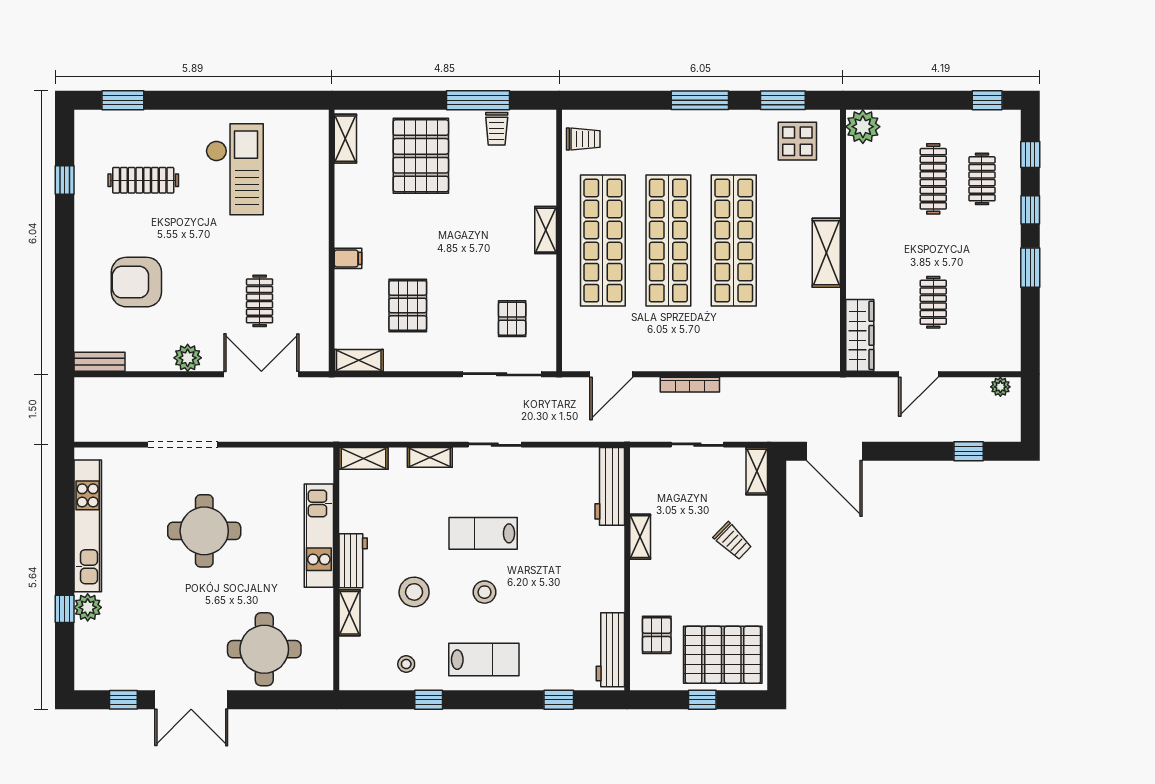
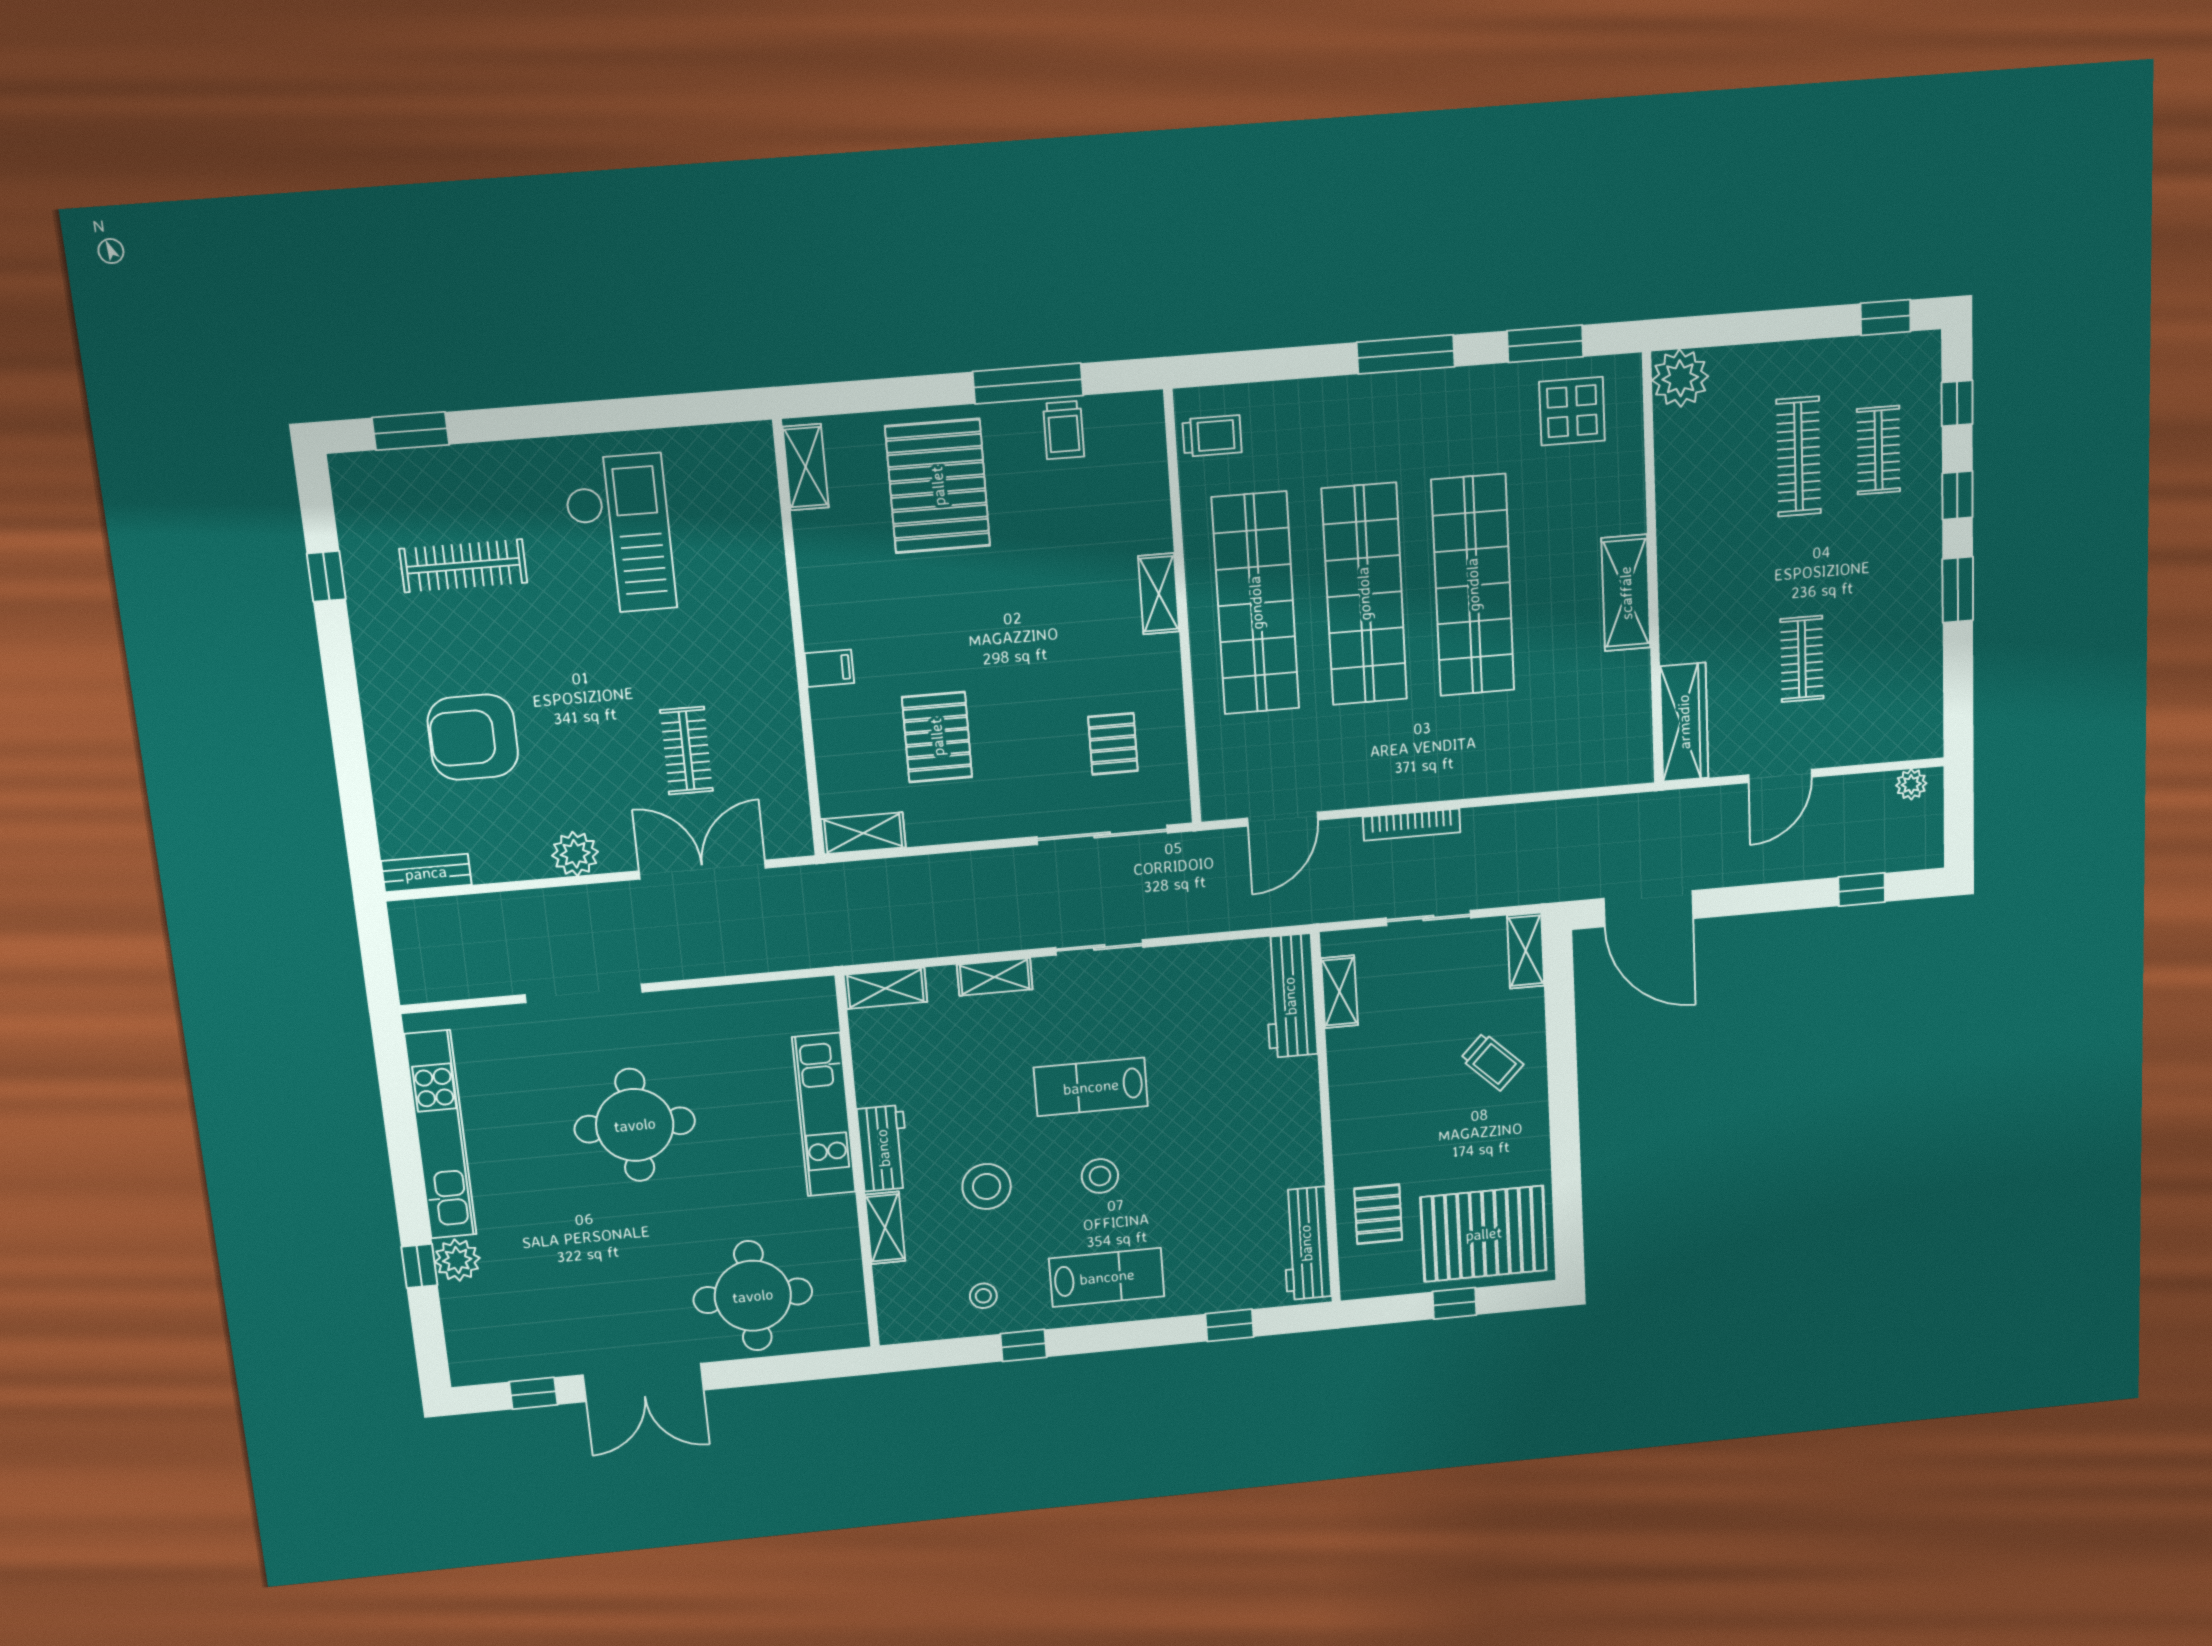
shelving: (640, 537) -> (1340, 992), moved

